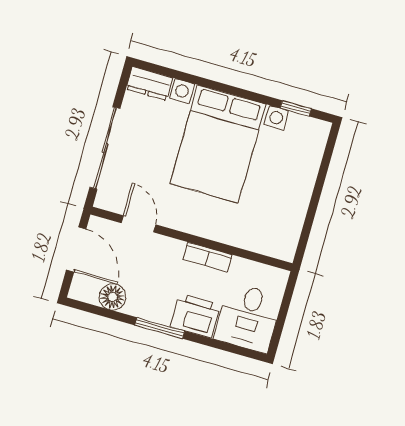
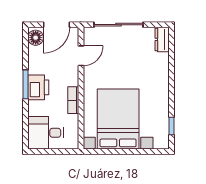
bed with nightstands: (218, 144) -> (118, 119), moved, turned 90
floor lamp: (113, 297) -> (36, 38), moved
printer: (195, 316) -> (38, 87), moved

